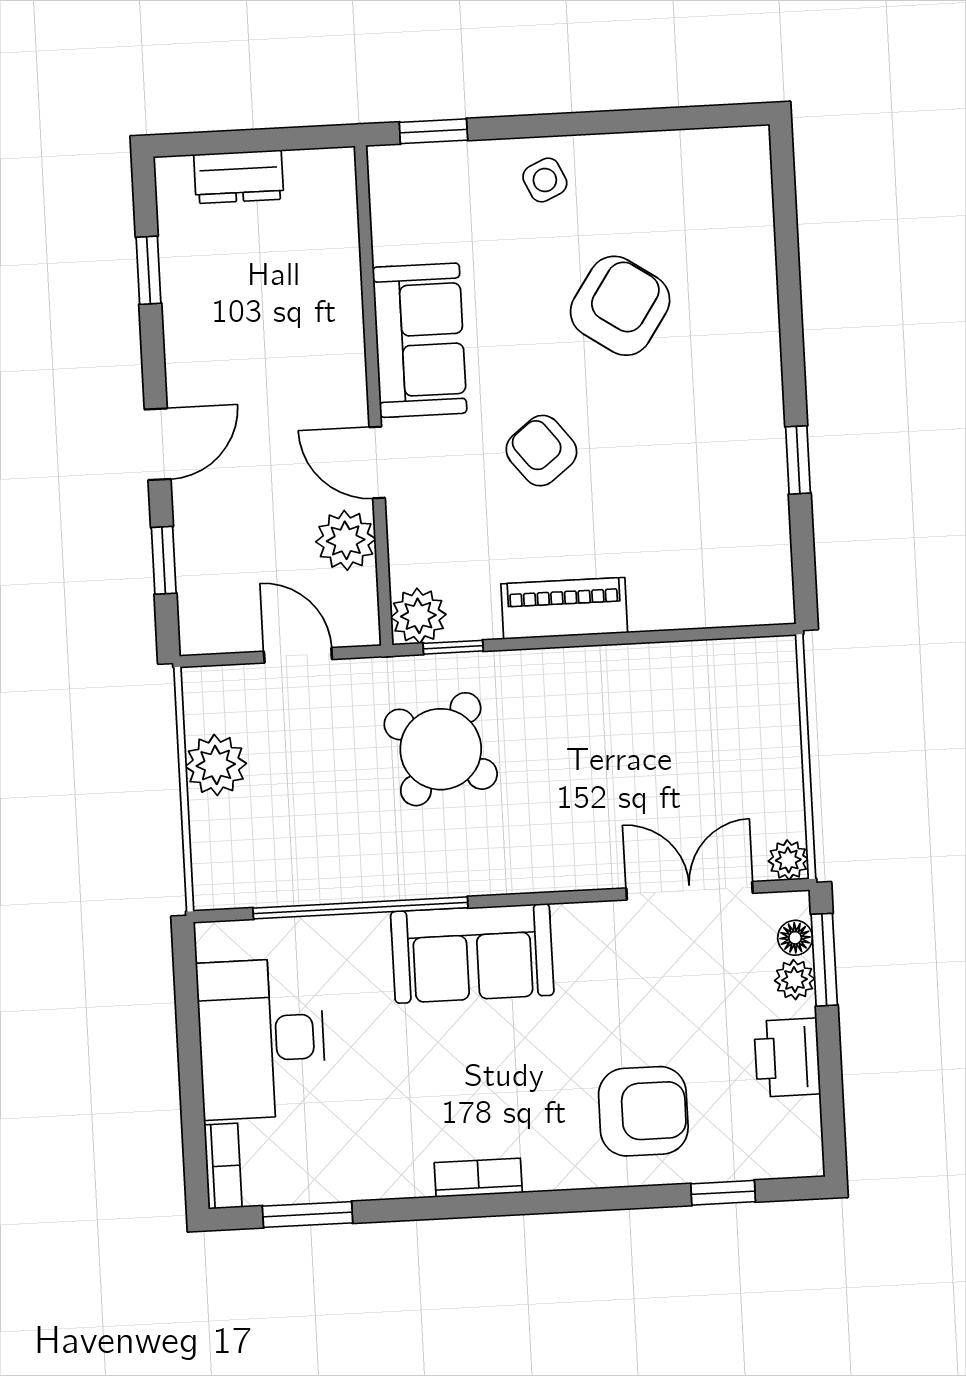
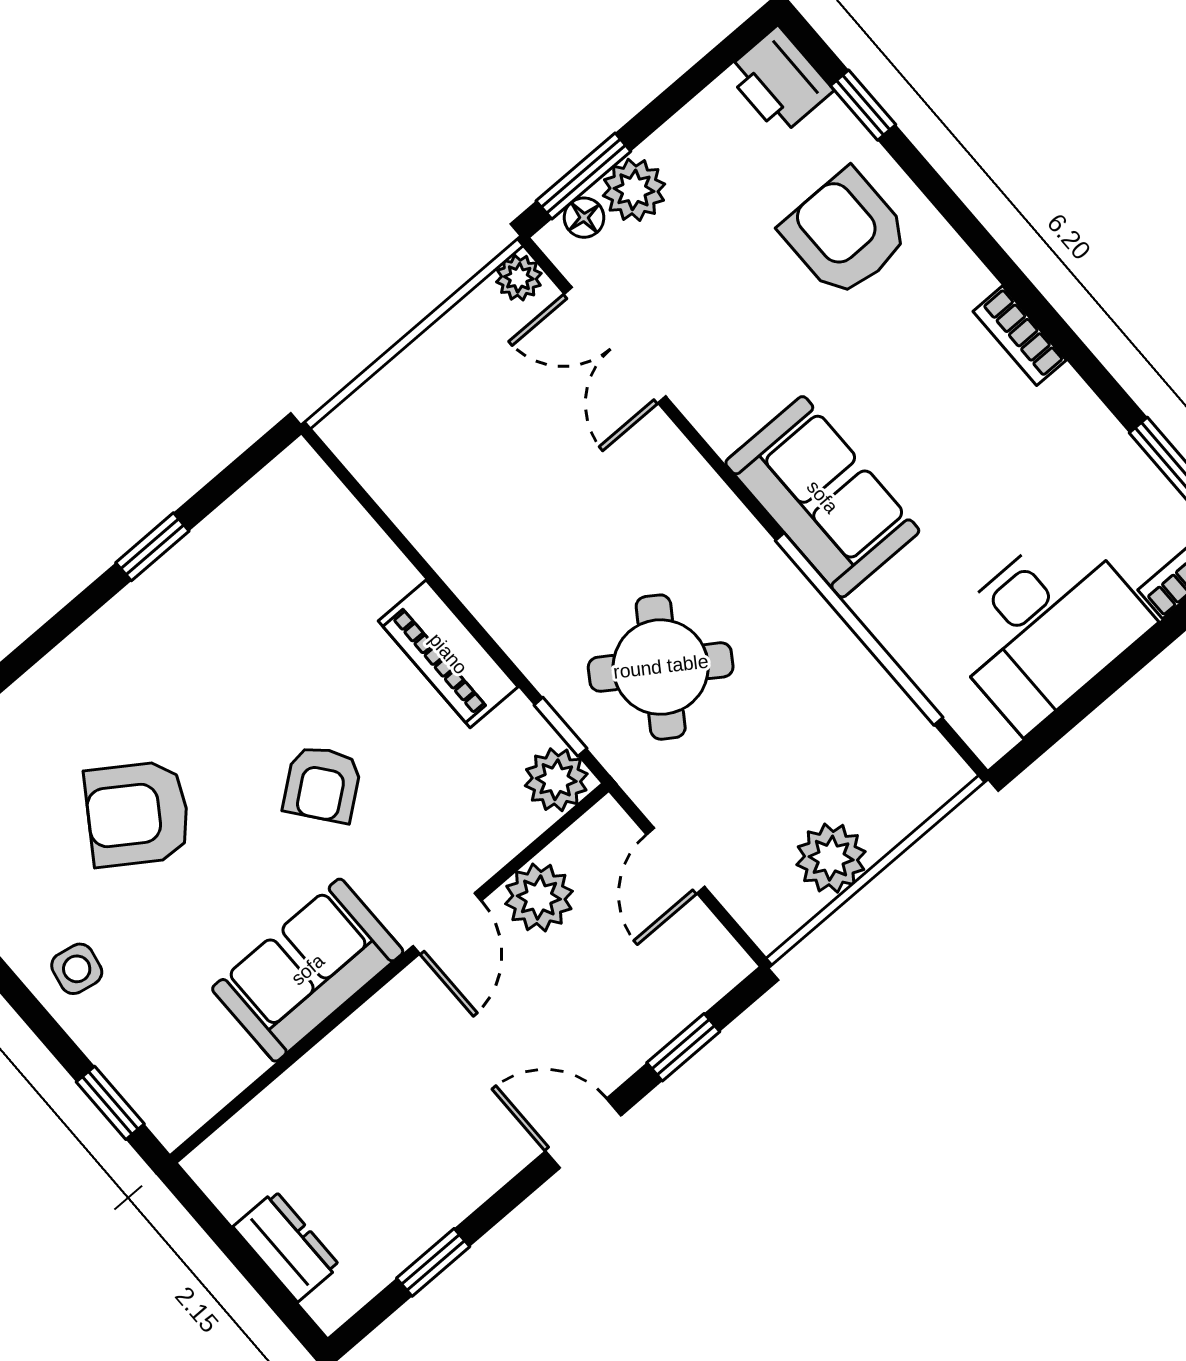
side table: (545, 180) -> (77, 969), turned 36
plant: (795, 980) -> (634, 190), width x1.38, depth x1.38
printer: (787, 1058) -> (779, 81), moved, turned 90

